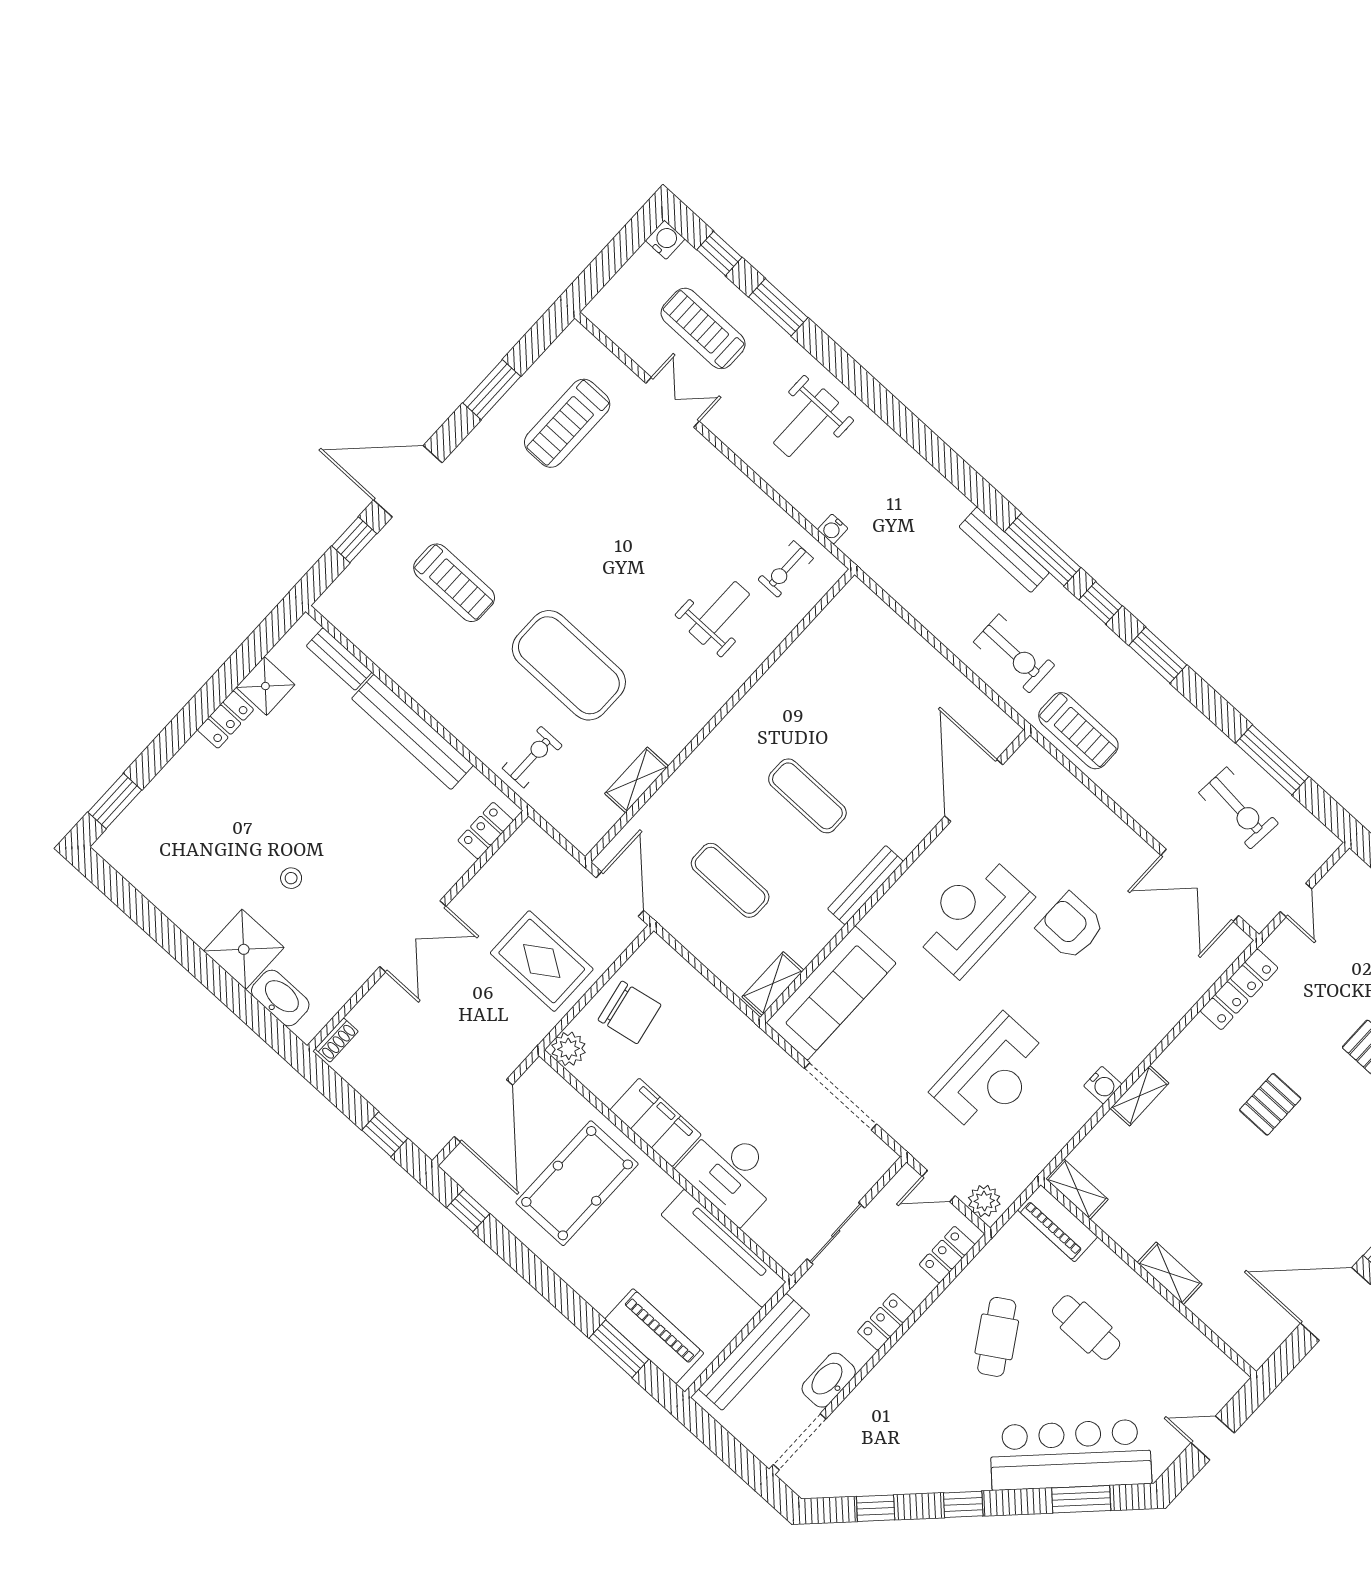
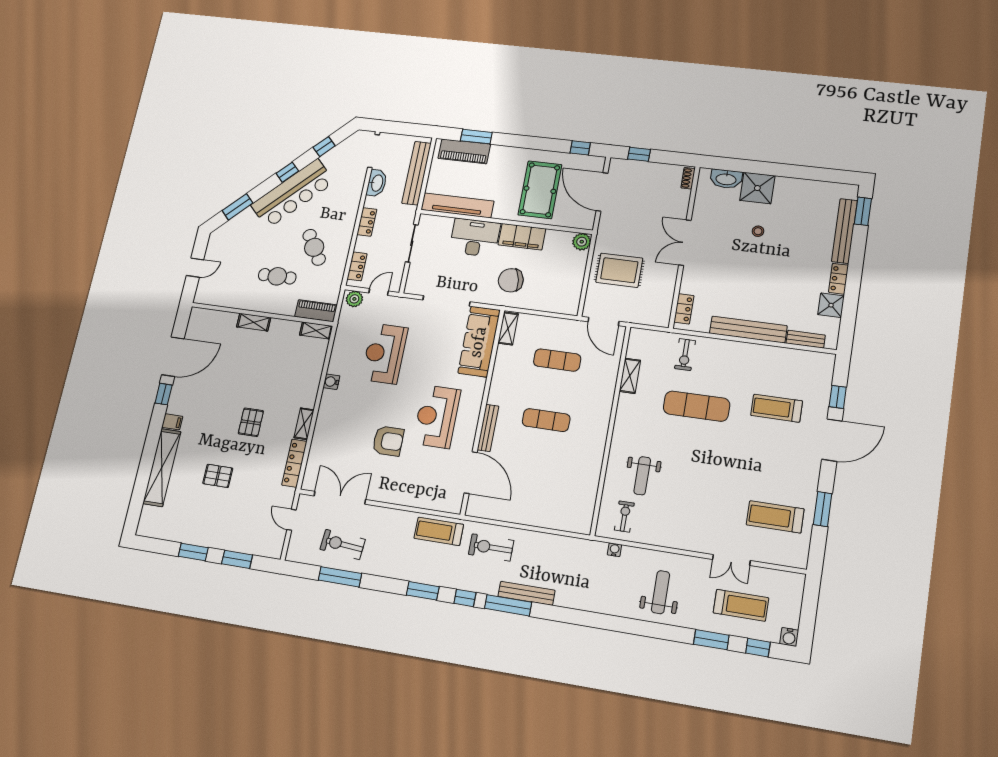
treadmill: (567, 423) -> (775, 517), turned -90
exercise mat: (569, 665) -> (696, 406), width x0.68
bench: (164, 789) -> (844, 231), added
bench: (865, 885) -> (488, 428), moved
reception desk: (972, 915) -> (437, 417), turned 180
chair: (630, 1012) -> (511, 280), moved
shelving: (1140, 1096) -> (304, 424), moved
bar counter: (1071, 1455) -> (293, 194), moved

